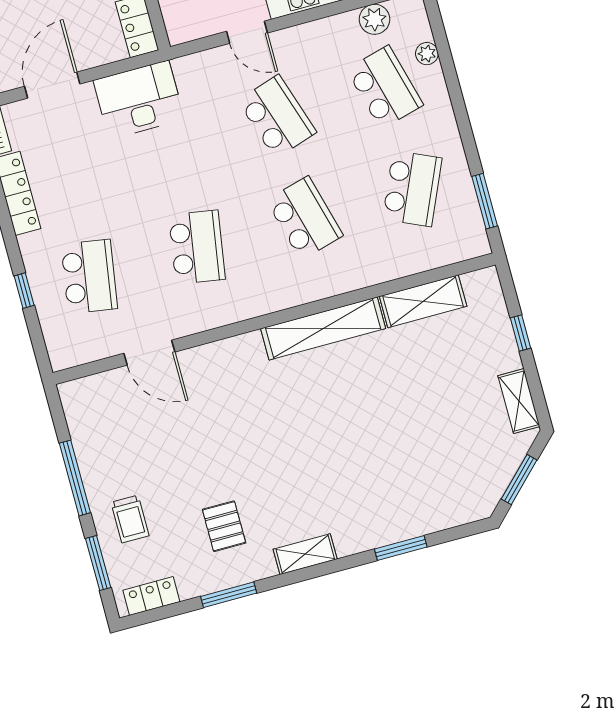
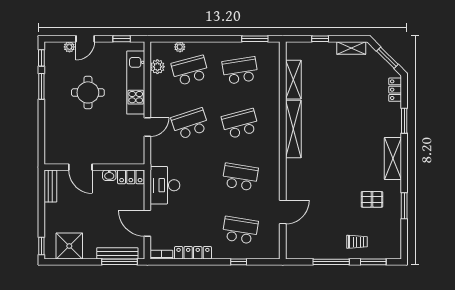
school desk: (412, 189) -> (240, 70), turned -33
shelving: (305, 554) -> (393, 159), width x1.50, depth x1.33
locker: (151, 596) -> (395, 90), moved

